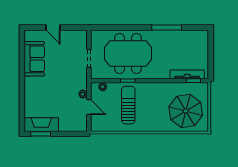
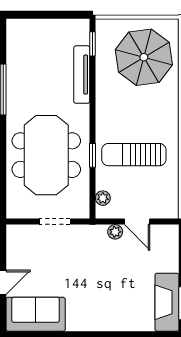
sofa: (34, 59) -> (36, 314), moved
tv unit: (187, 74) -> (82, 75), moved
door: (89, 107) -> (137, 222), swing flipped

